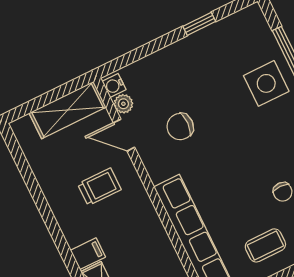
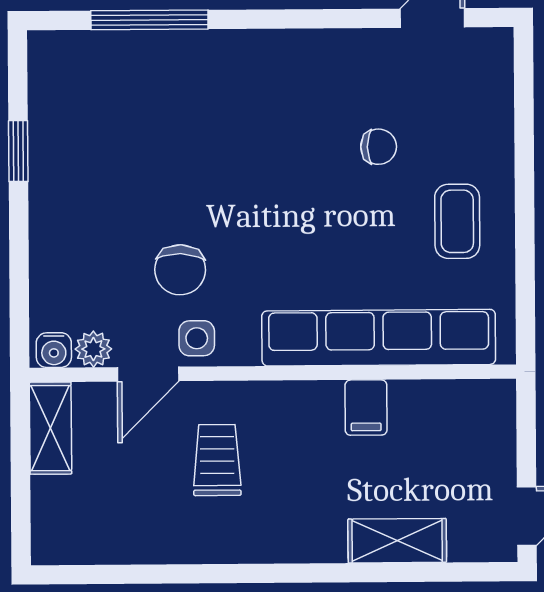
side table: (266, 83) -> (197, 338), moved, width x0.54, depth x0.54
shelving: (67, 110) -> (51, 428), width x0.67, depth x0.75
filing cabinet: (88, 254) -> (366, 408), moved, turned 180

